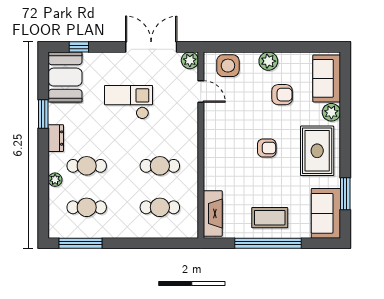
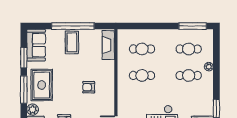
dresser: (56, 138) -> (208, 93), removed
window: (345, 143) -> (24, 90), added
armchair: (267, 148) -> (89, 87), moved
coffee table: (270, 218) -> (72, 42), turned 90

